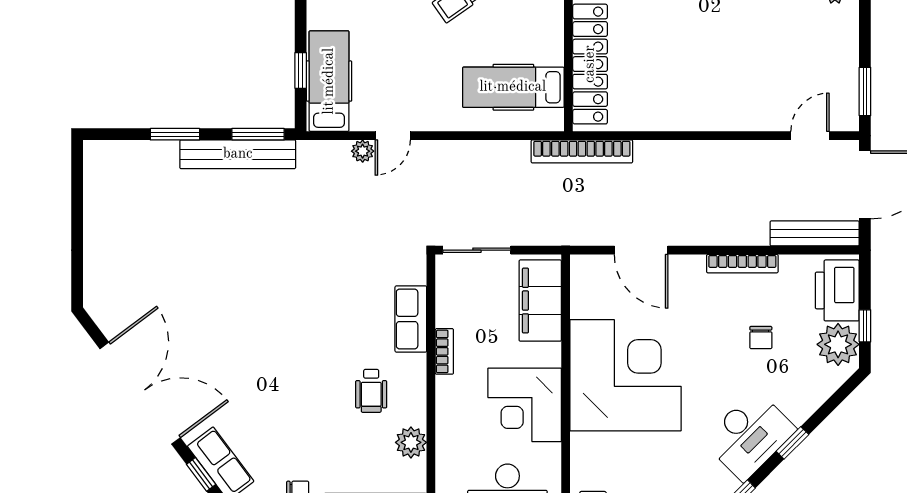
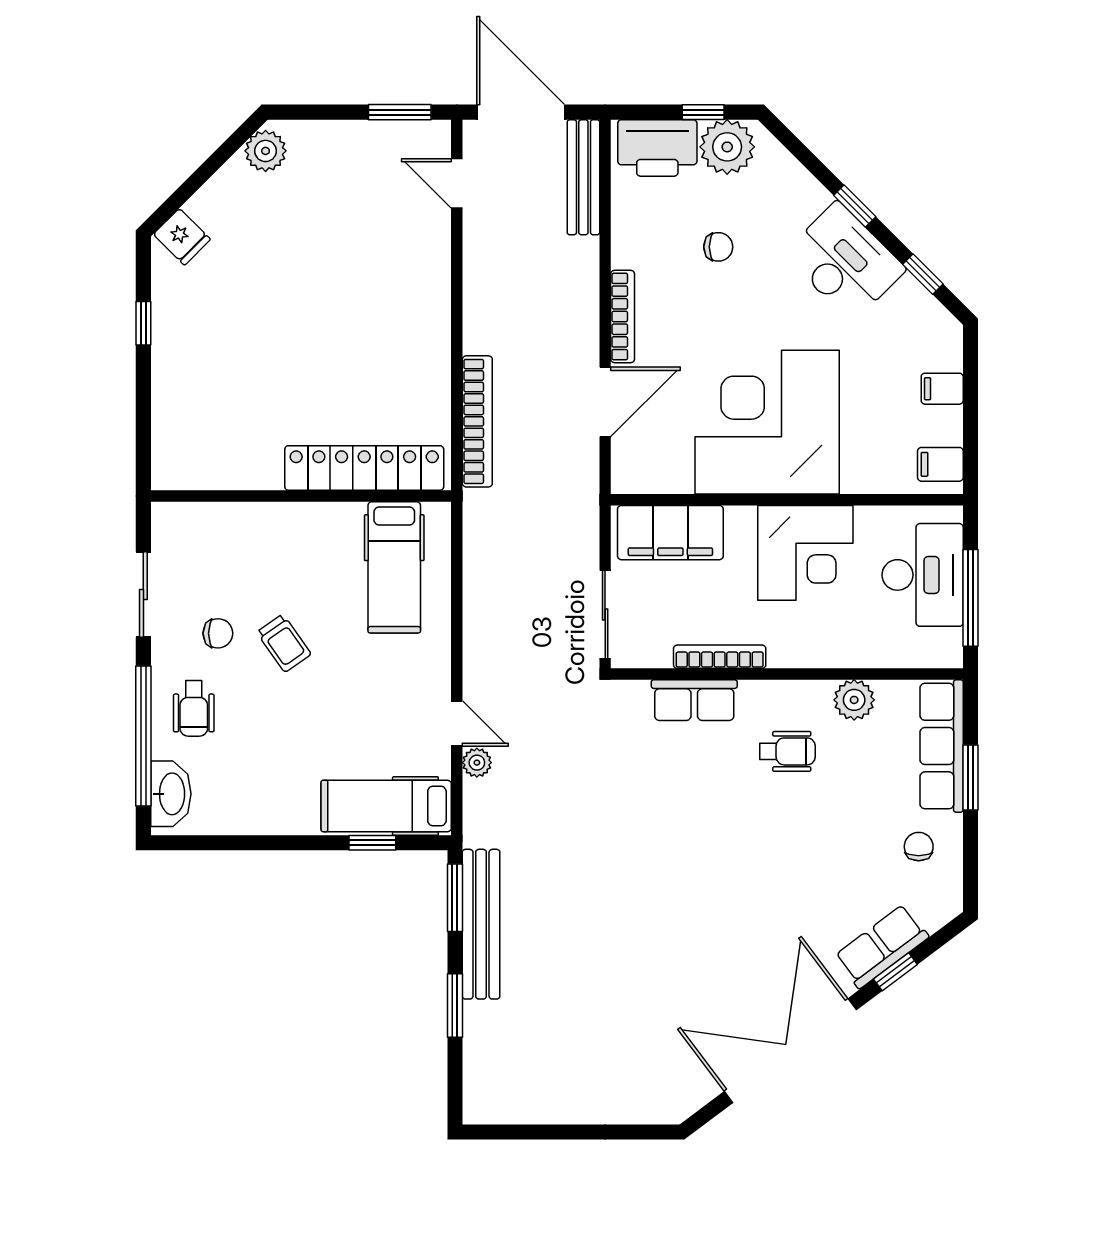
bookcase: (582, 151) -> (477, 421), moved
bookcase: (742, 264) -> (623, 317), moved
bookcase: (444, 351) -> (720, 657), width x1.56

